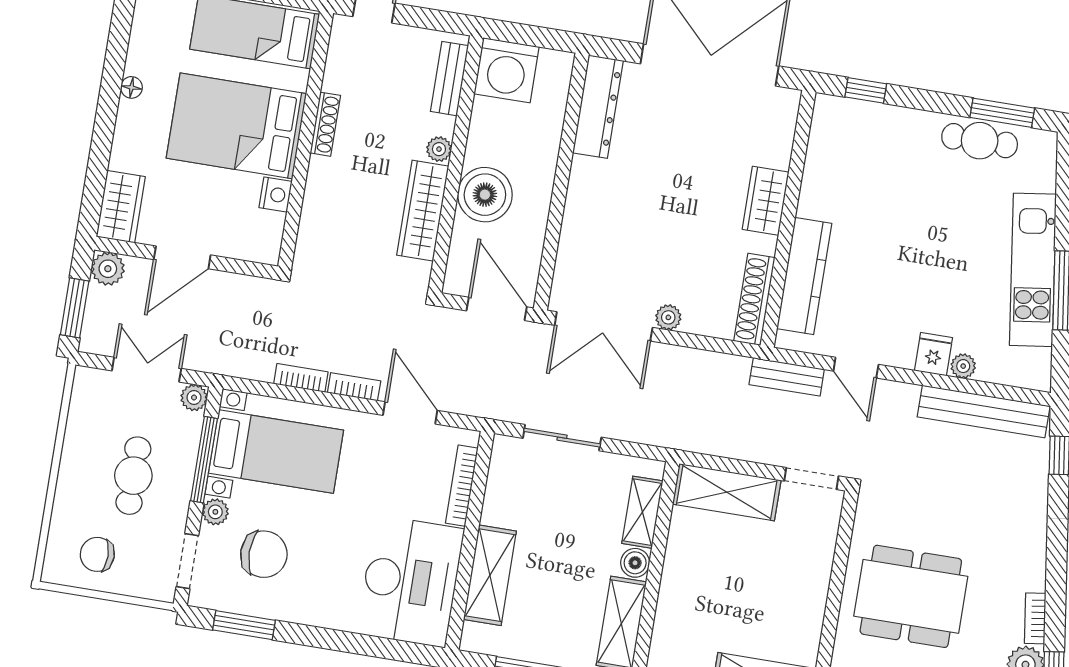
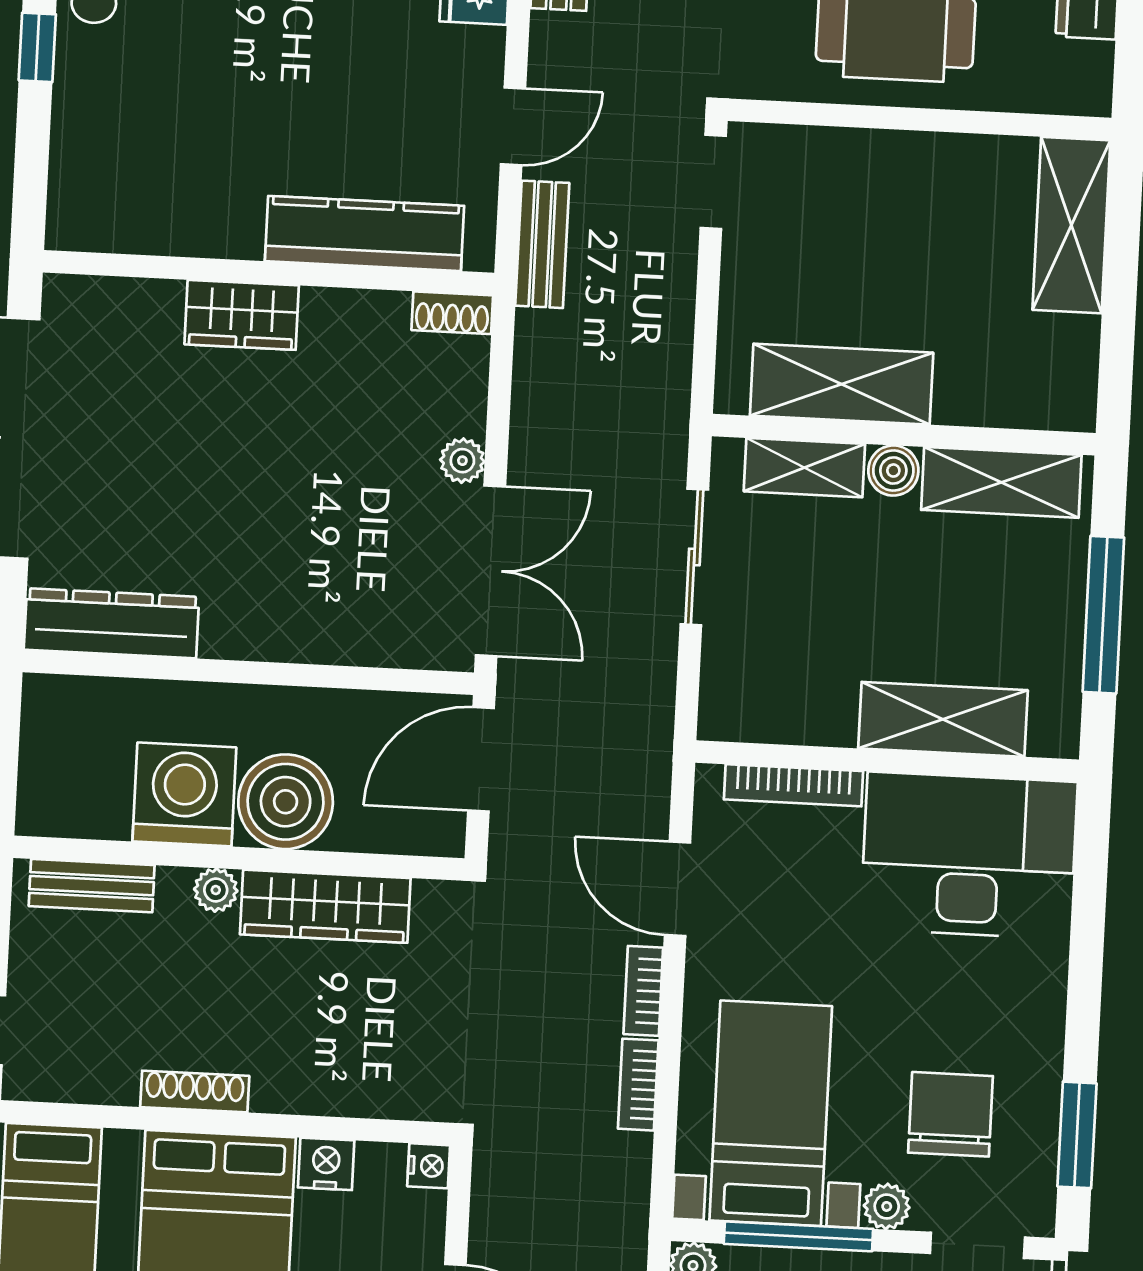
washing machine: (507, 70) -> (184, 794), moved, turned -90
window: (866, 90) -> (37, 47), moved
nightstand: (268, 253) -> (429, 1166), added
shoe rack: (754, 299) -> (452, 313), width x0.51, depth x0.81
door: (410, 413) -> (678, 889), hinge flipped
sliding door: (562, 438) -> (694, 557), moved
shelving: (727, 492) -> (842, 384), moved, turned 90

